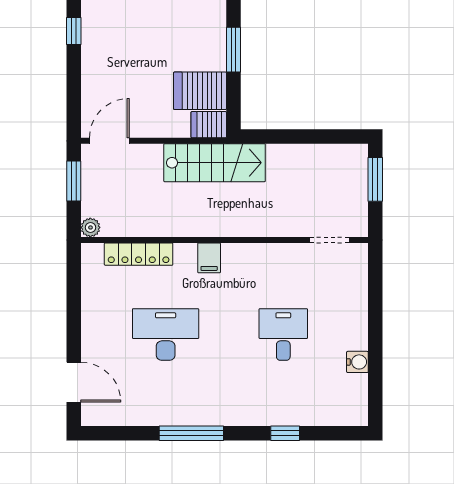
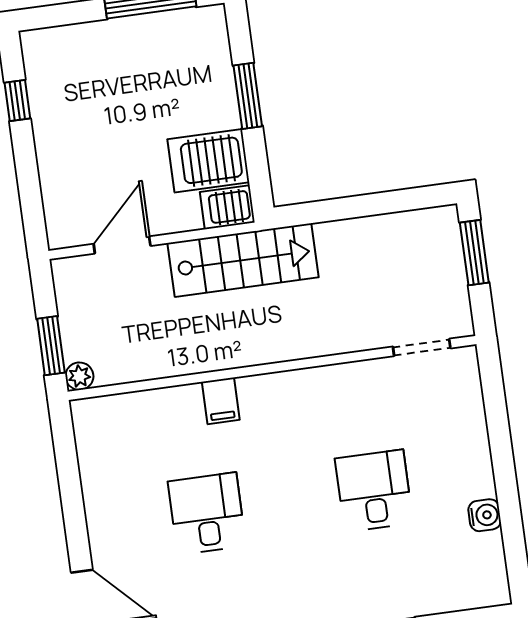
door: (109, 141) -> (122, 245), moved
window: (74, 181) -> (51, 346), moved
locker: (139, 254) -> (153, 405), removed
filing cabinet: (209, 258) -> (221, 401), moved
desk: (166, 334) -> (207, 514), width x0.73

